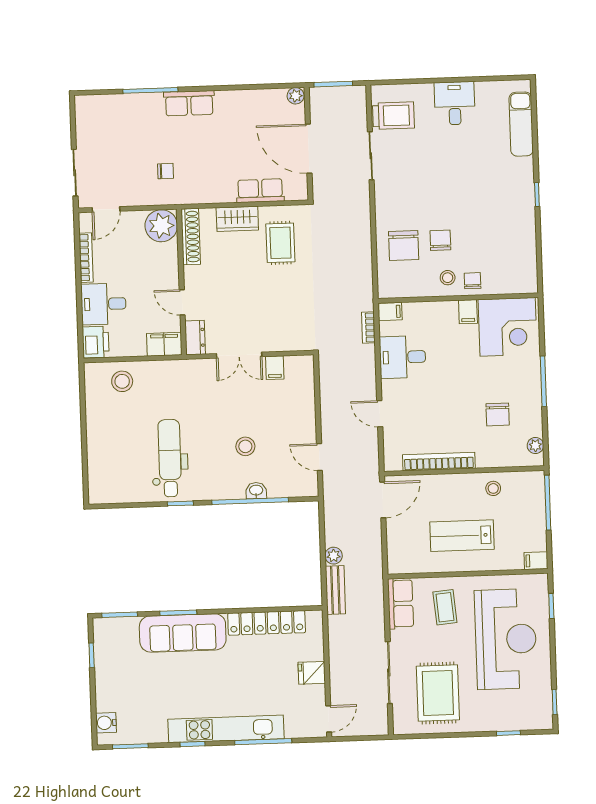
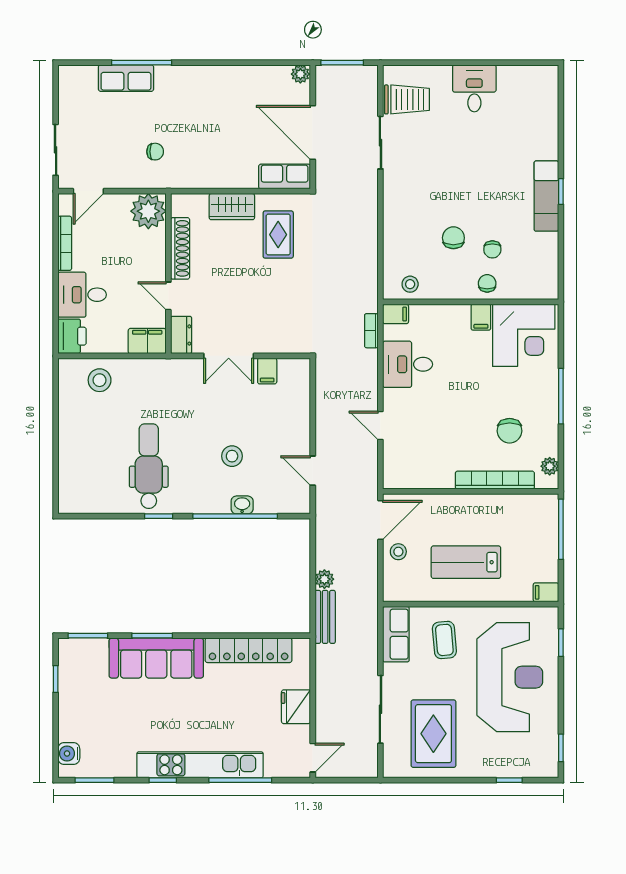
row of seats: (189, 103) -> (126, 78), moved
exam couch: (521, 124) -> (546, 196), moved
row of seats: (260, 191) -> (285, 177), moved
shoe rack: (191, 237) -> (180, 248), moved
chair: (404, 245) -> (492, 249), moved, width x0.54, depth x0.54
stool: (448, 278) -> (410, 284), moved
bookcase: (439, 462) -> (495, 480), moved
stool: (493, 488) -> (398, 552), moved
fridge: (312, 673) -> (296, 707), width x1.38

